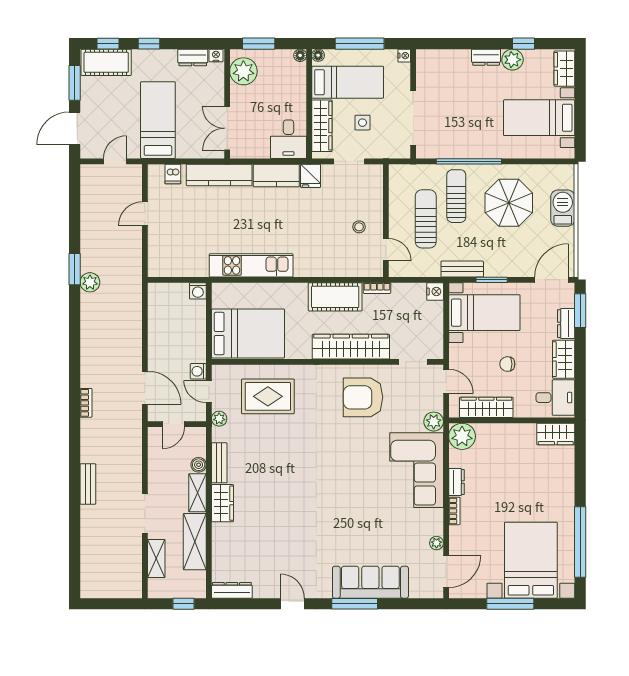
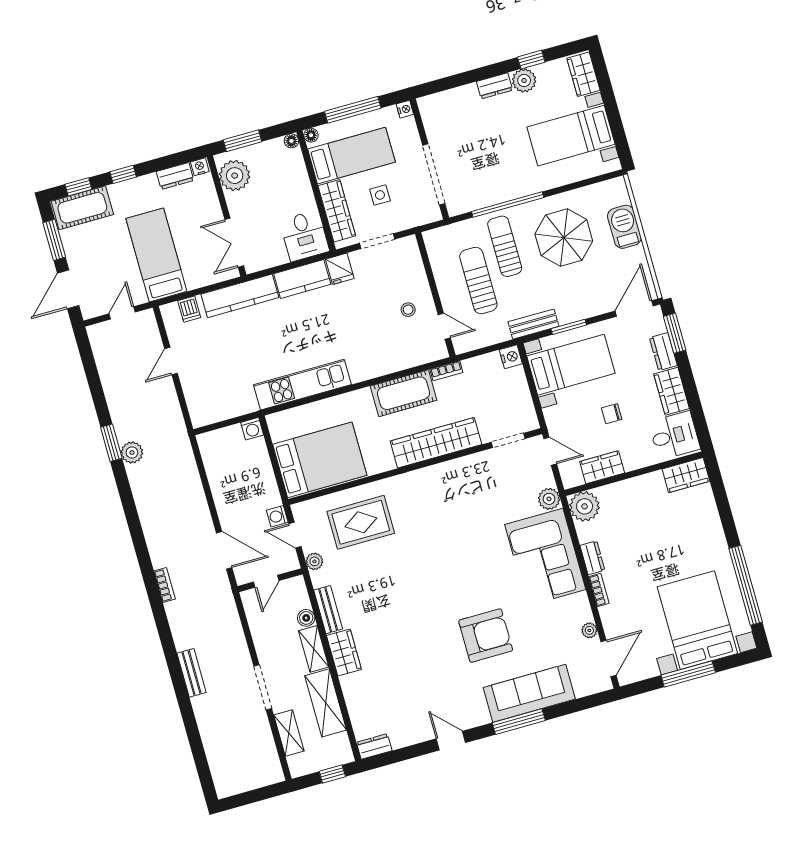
armchair: (363, 397) -> (486, 636), moved, turned 180
wardrobe: (486, 407) -> (602, 467), width x0.67
dresser: (232, 590) -> (374, 746), width x0.70

